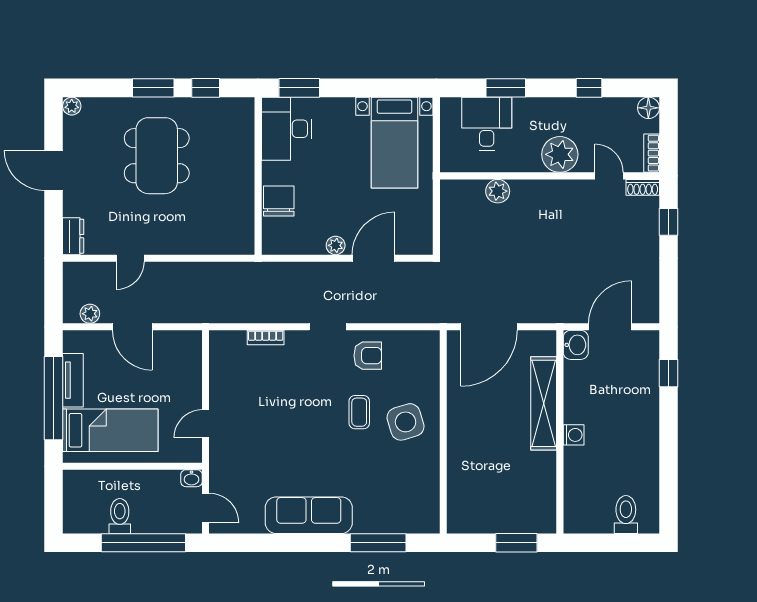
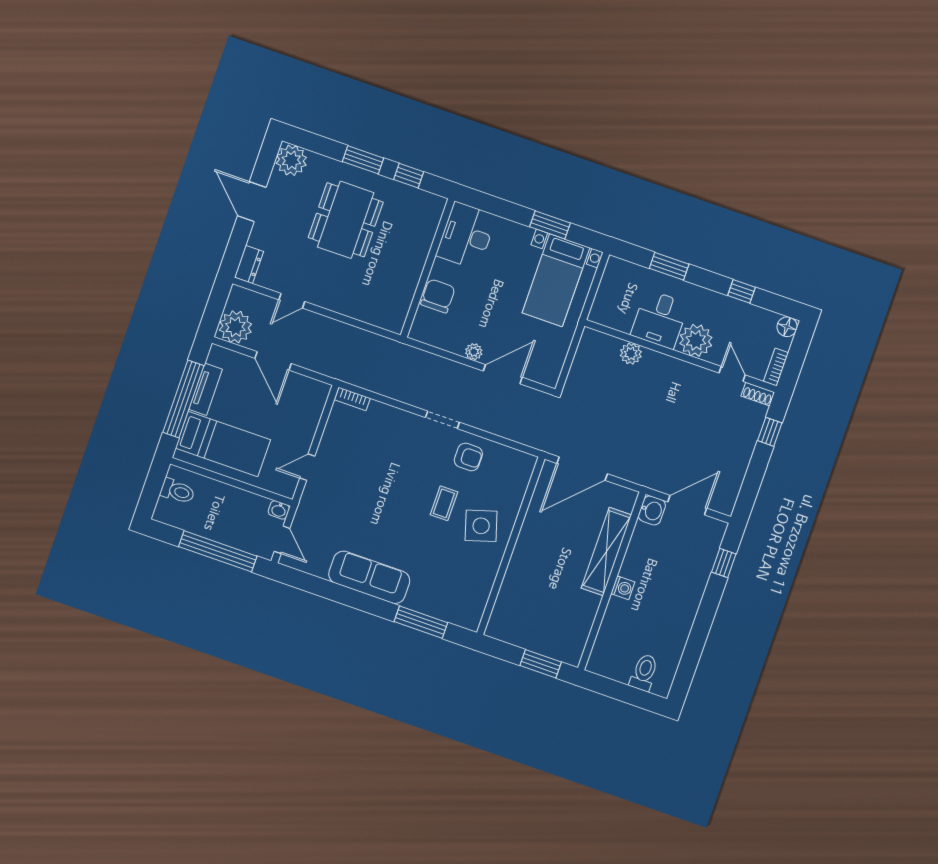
window: (299, 88) -> (550, 225), moved
plant: (72, 106) -> (291, 160), width x1.88, depth x1.88
desk: (487, 124) -> (660, 319), moved, turned 180
plant: (90, 314) -> (235, 327), width x1.87, depth x1.87
bookcase: (266, 337) -> (352, 399), moved
toilet: (120, 516) -> (177, 491), moved, turned 90

